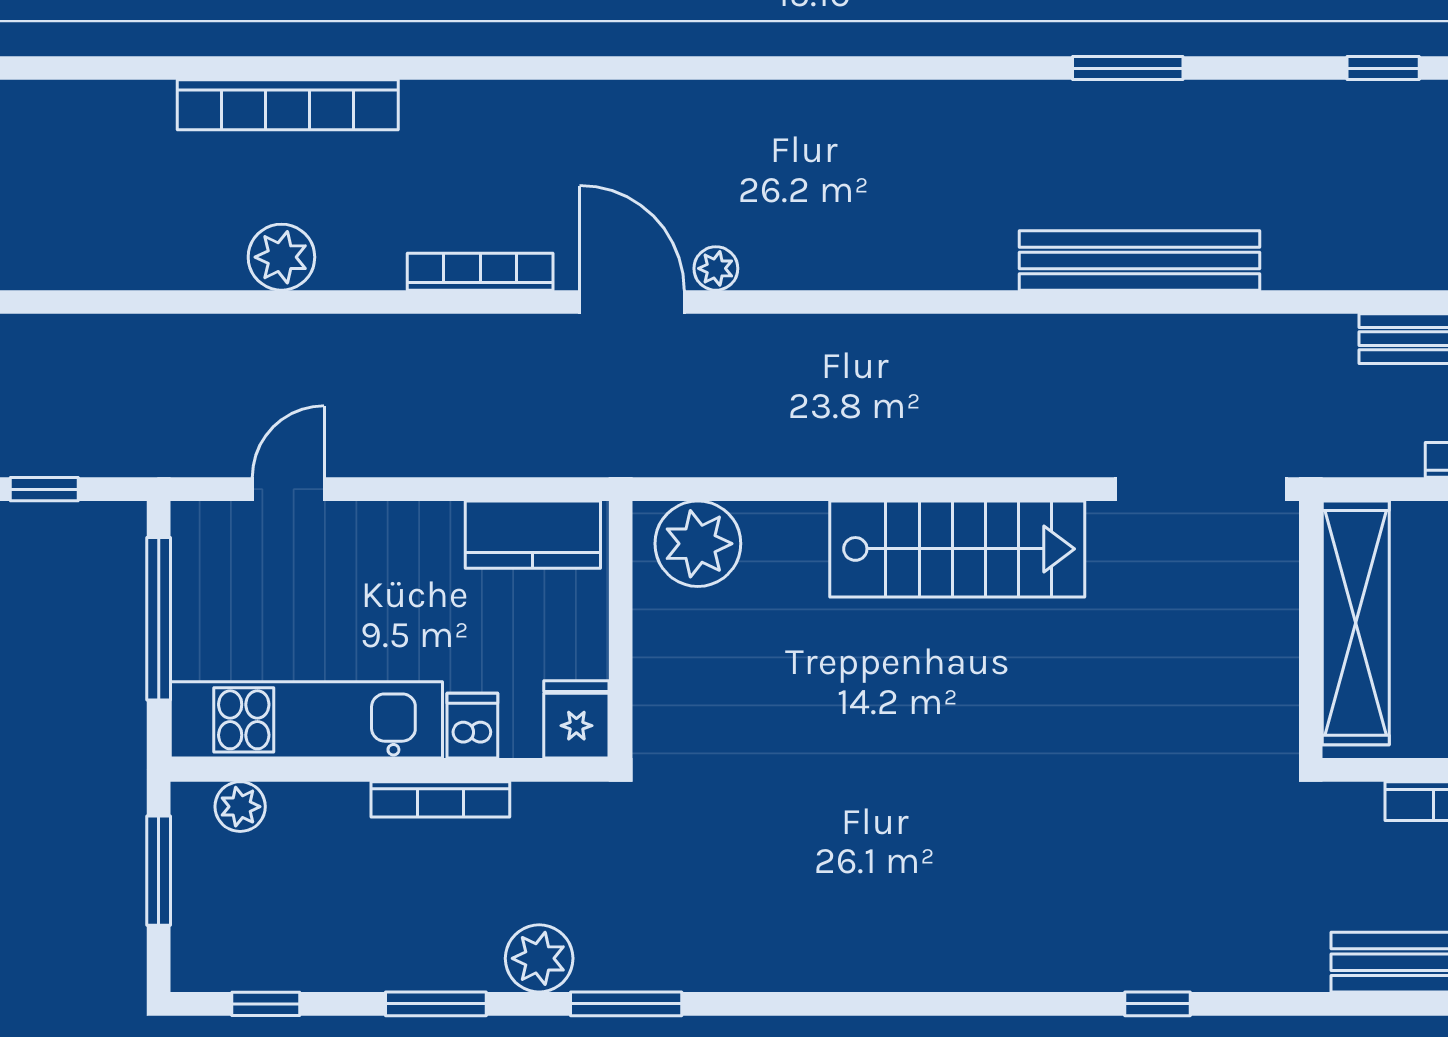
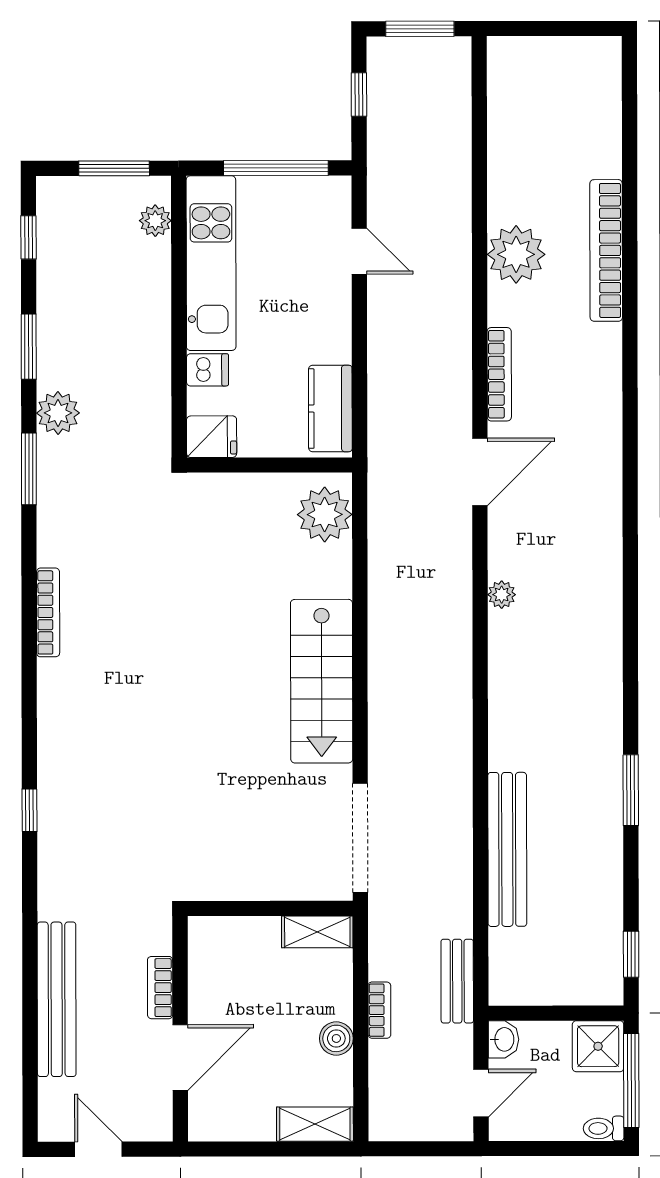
plant: (281, 257) -> (516, 254), width x1.36, depth x1.36
bench: (1140, 260) -> (507, 849), moved
plant: (716, 268) -> (502, 595), moved
shelving: (1356, 623) -> (317, 932), width x0.45, depth x0.75
bookcase: (440, 799) -> (48, 612), moved, turned 180

